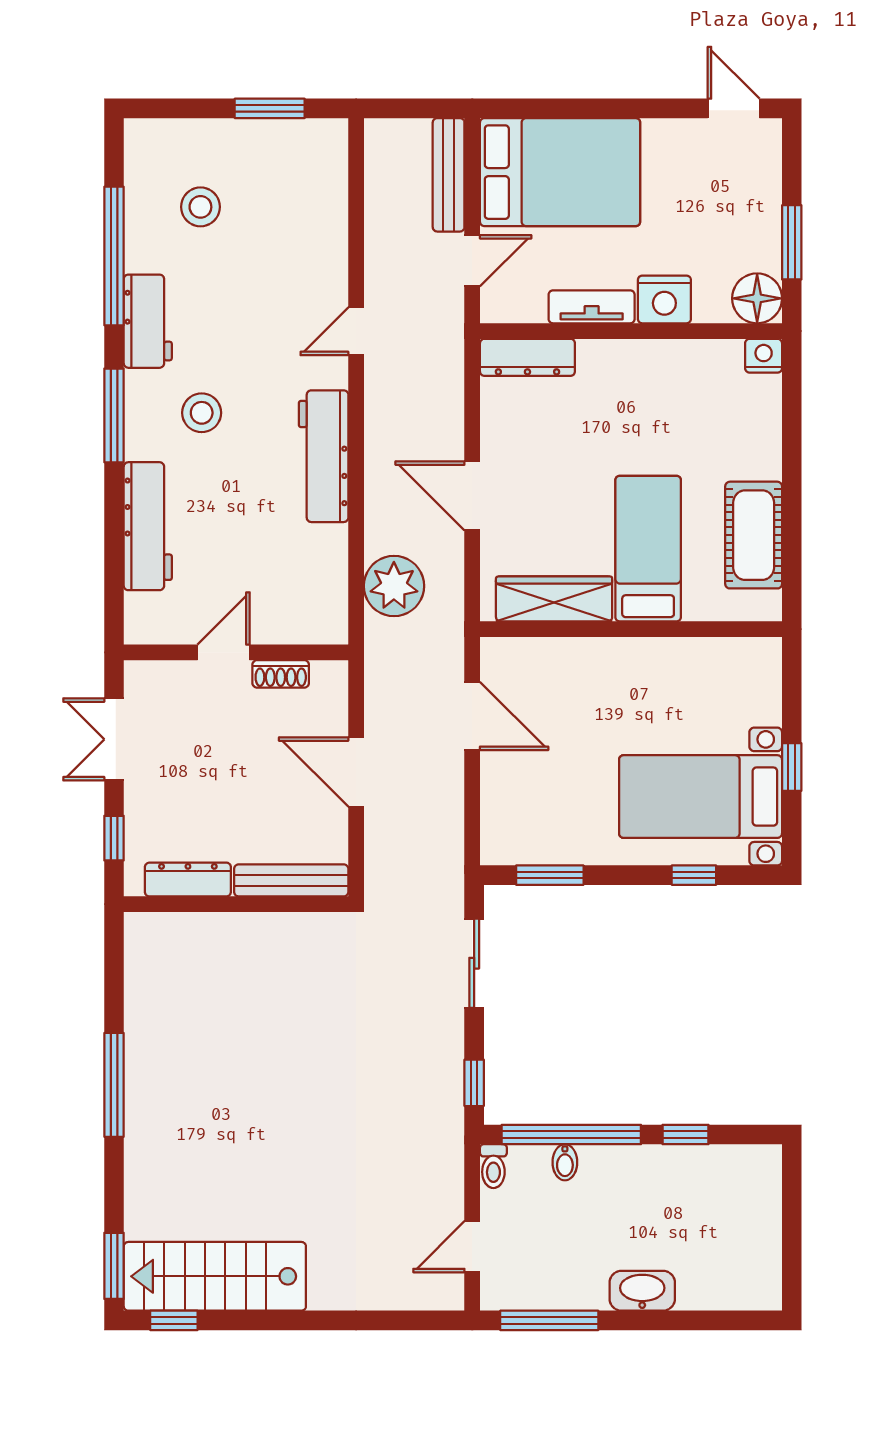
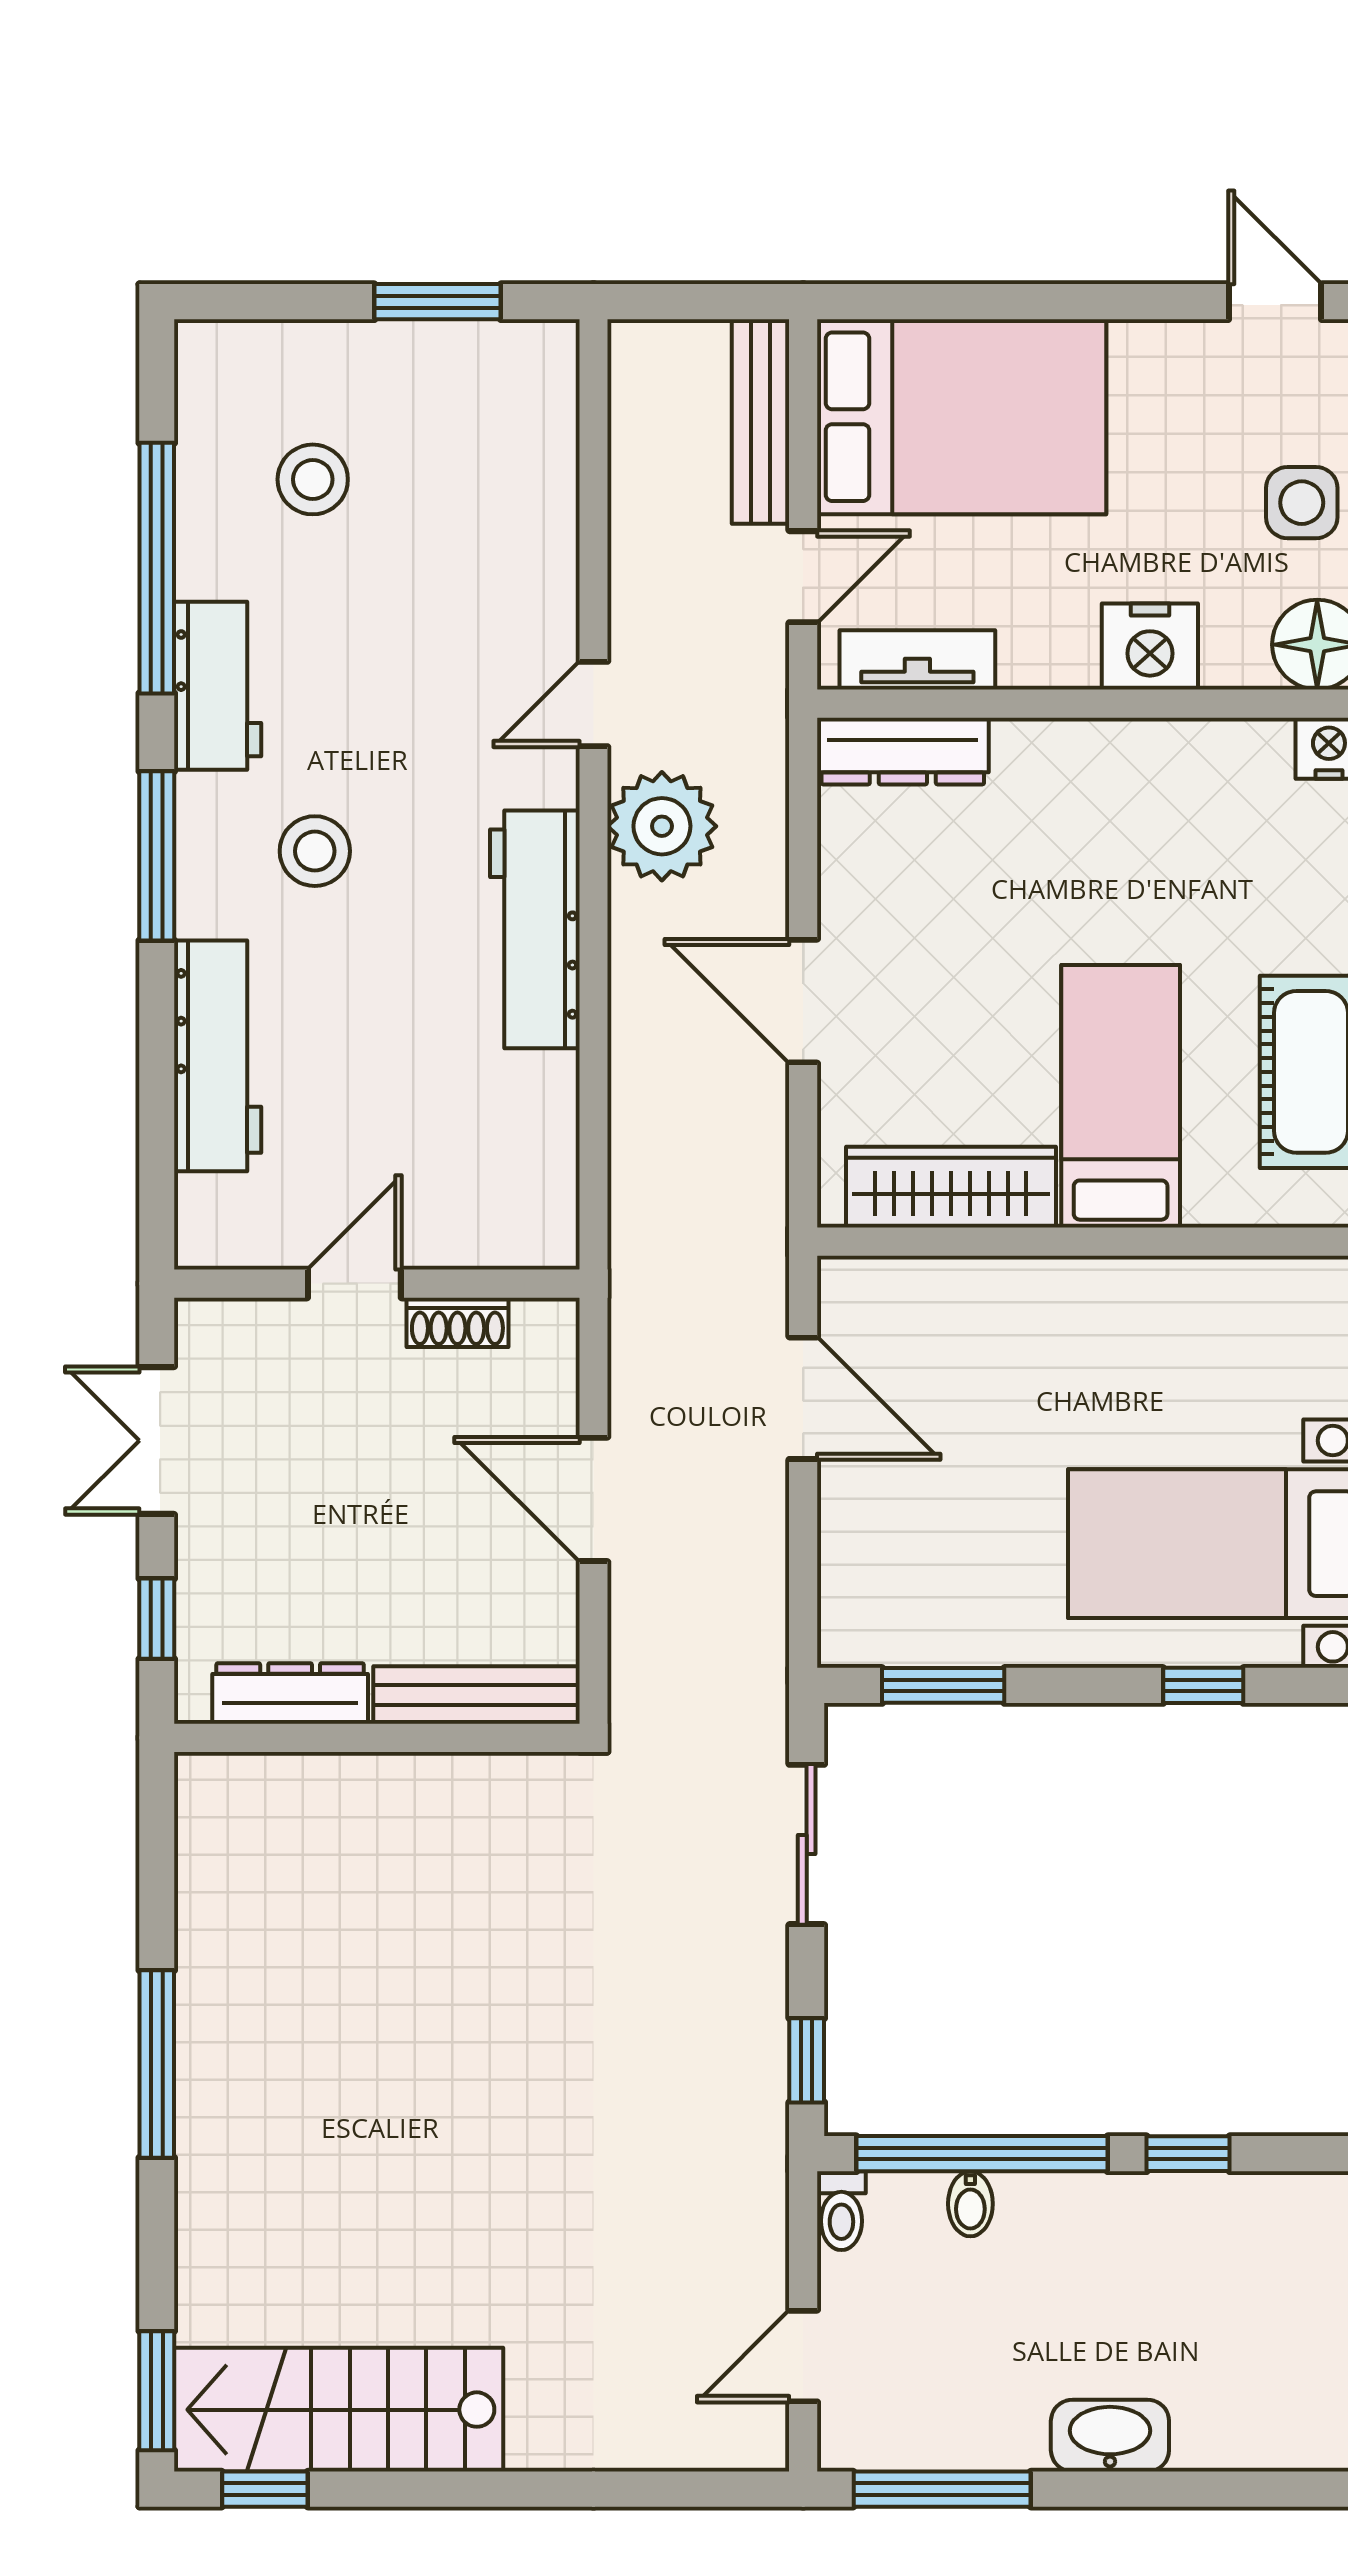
side table: (749, 220) -> (1302, 503), added
tv unit: (592, 307) -> (917, 660), moved
plant: (394, 586) -> (662, 826), moved

